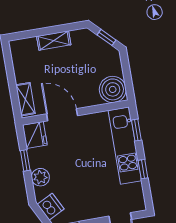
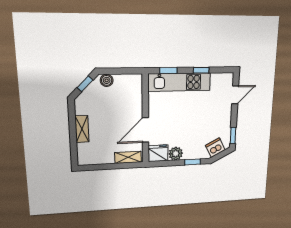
boiler: (113, 89) -> (107, 80), moved, width x0.54, depth x0.54
window: (25, 160) -> (193, 162), moved
plant: (40, 177) -> (176, 154), moved

